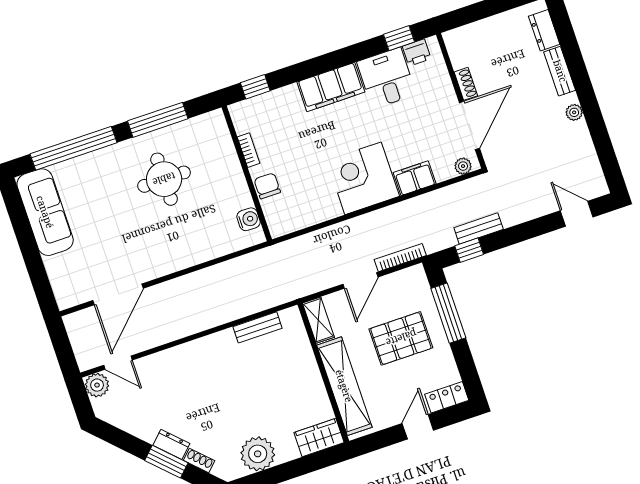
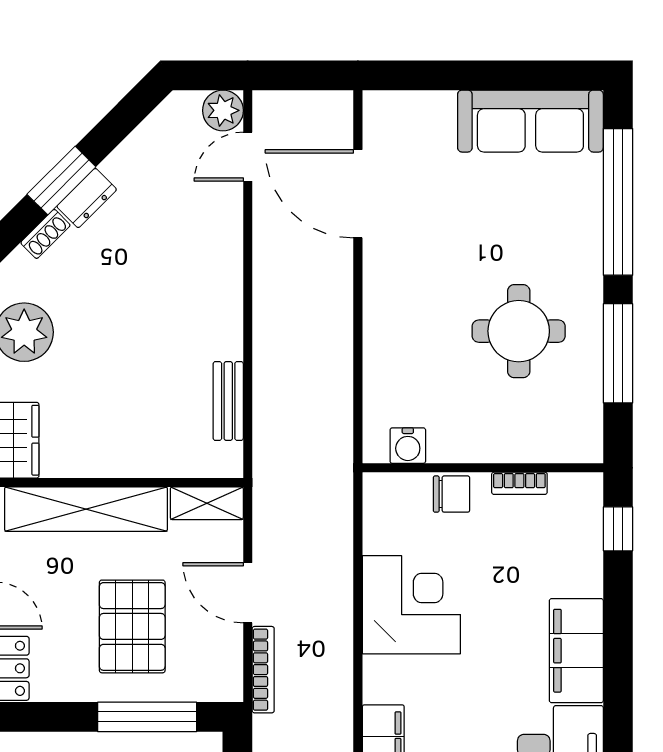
corner desk: (363, 178) -> (411, 605), moved

